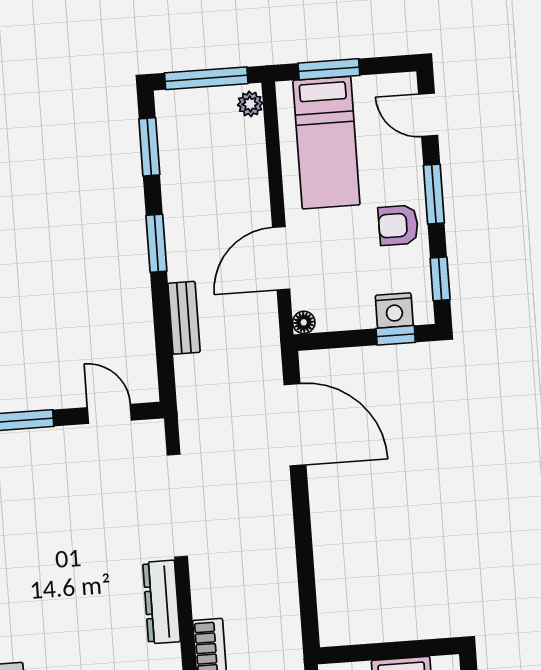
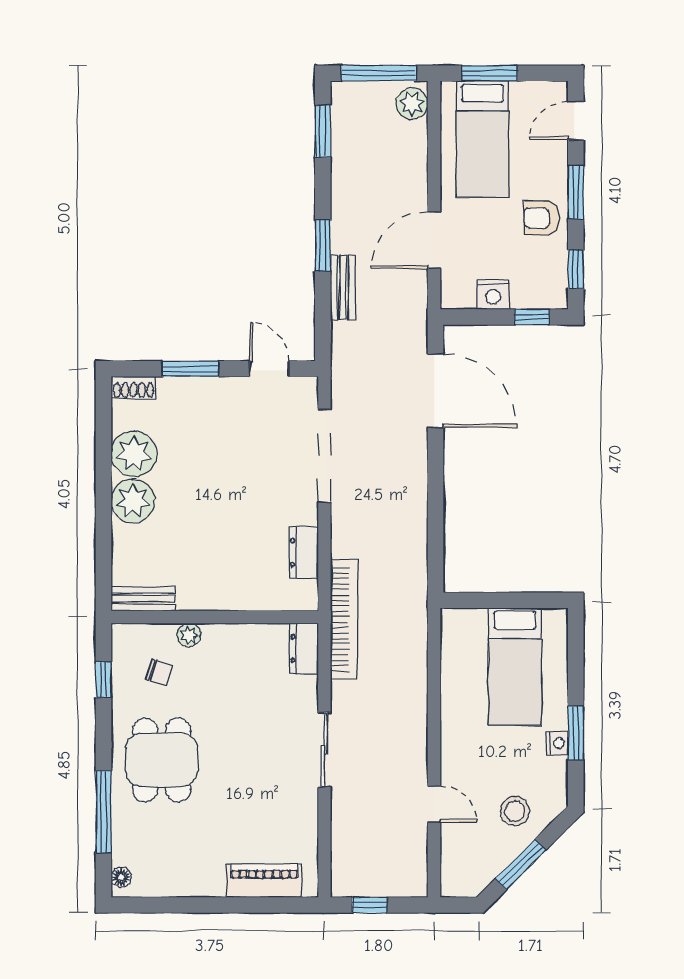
plant: (250, 104) -> (412, 104), width x1.38, depth x1.38
door: (428, 115) -> (576, 121), hinge flipped
window: (156, 243) -> (323, 245), moved
nightstand: (394, 310) -> (493, 294), moved
floor lamp: (304, 322) -> (450, 299), removed
dresser: (162, 602) -> (304, 553), width x0.70

